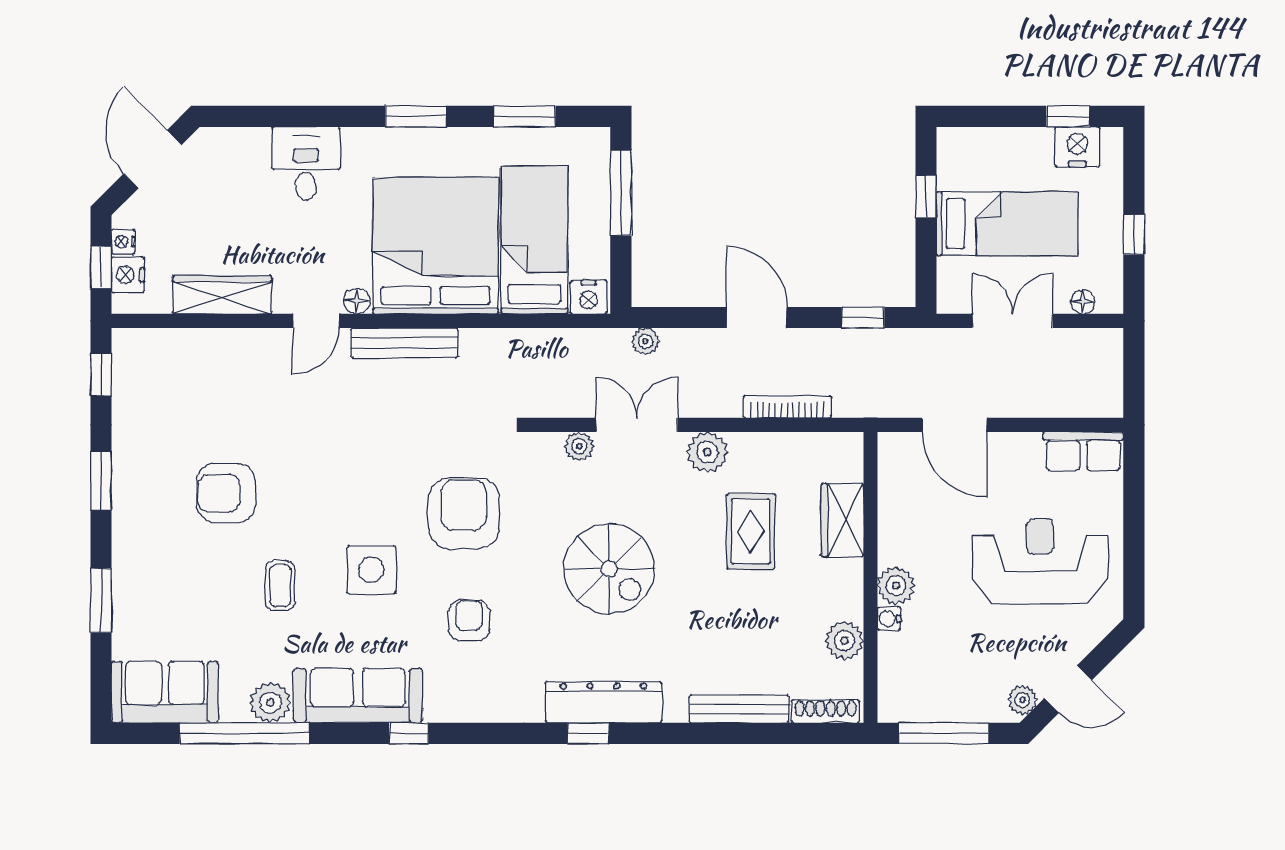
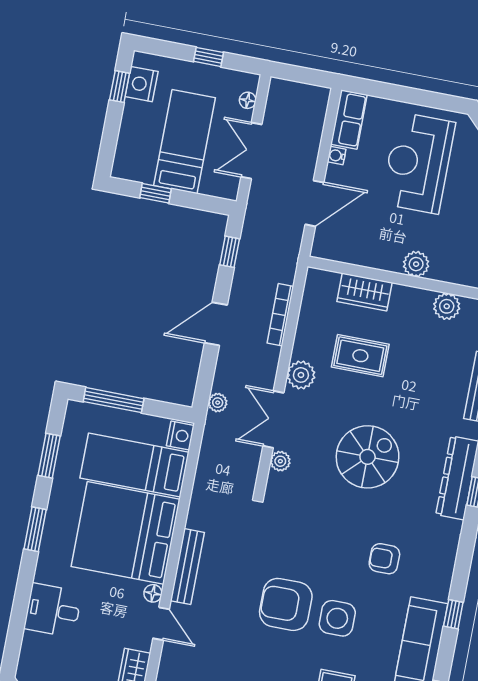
armchair: (464, 513) -> (286, 604), moved
water cooler: (889, 619) -> (337, 156), moved, turned 90

